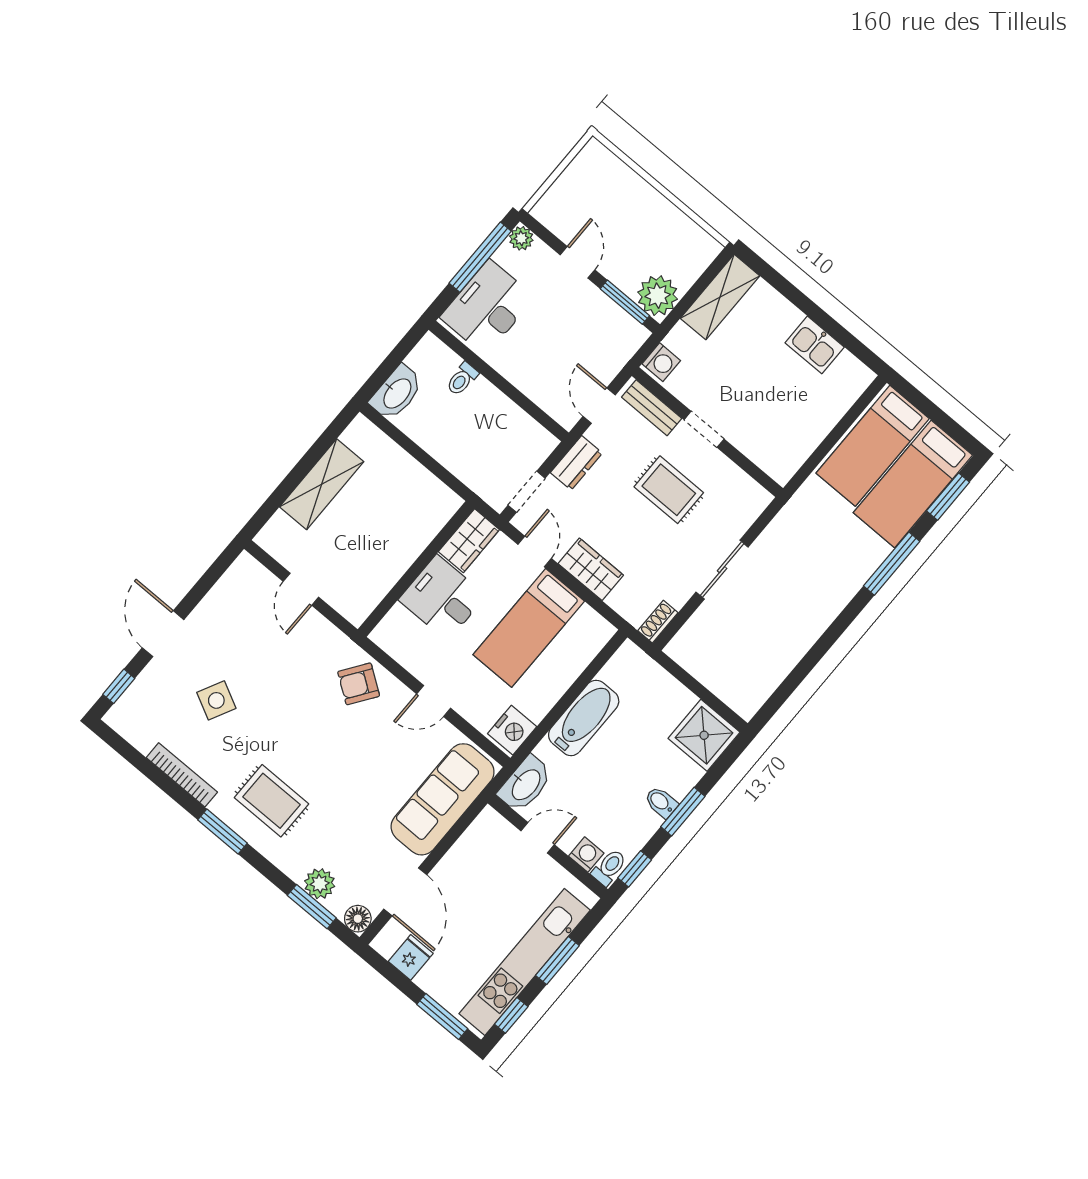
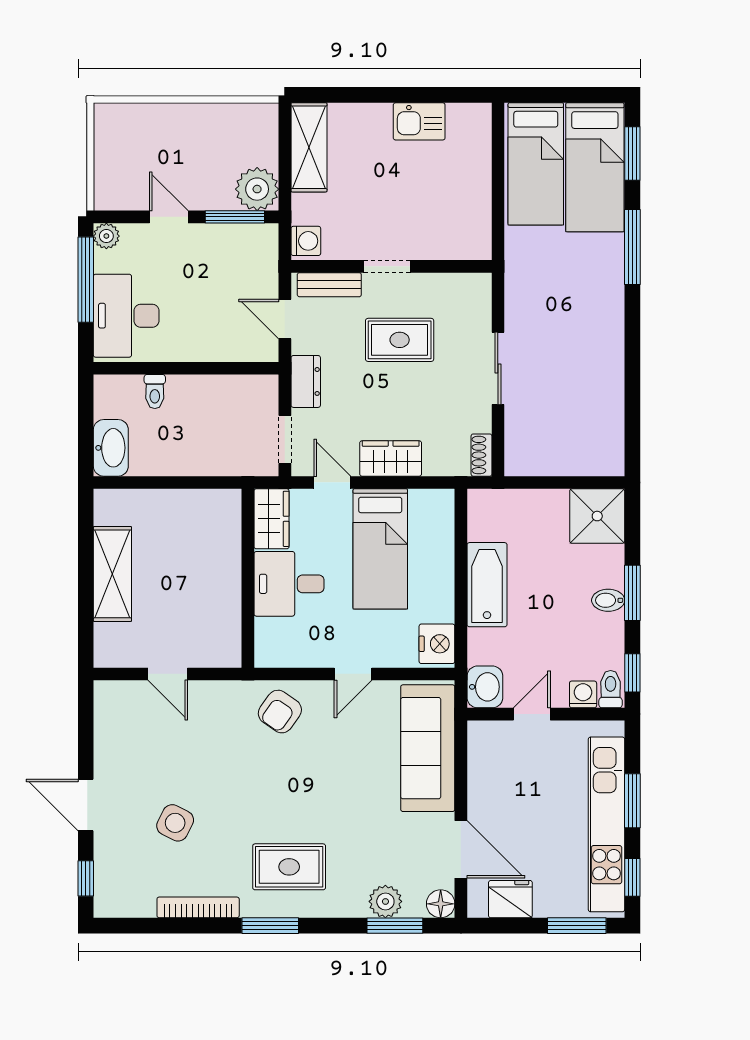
washbasin: (525, 784) -> (485, 687), width x0.72
fridge: (411, 957) -> (510, 899), width x1.38

